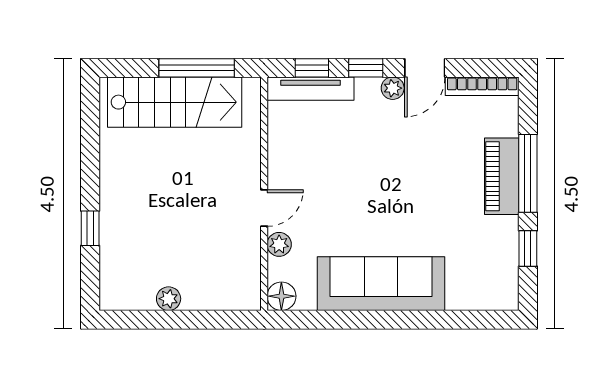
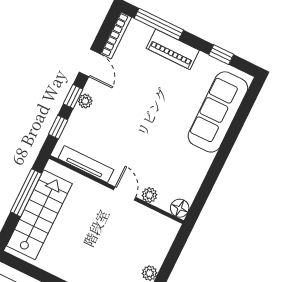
plant: (393, 88) -> (85, 101), moved
tv unit: (310, 89) -> (86, 164), moved, turned -90
window: (528, 173) -> (159, 24), moved
sofa: (381, 284) -> (218, 112), moved

